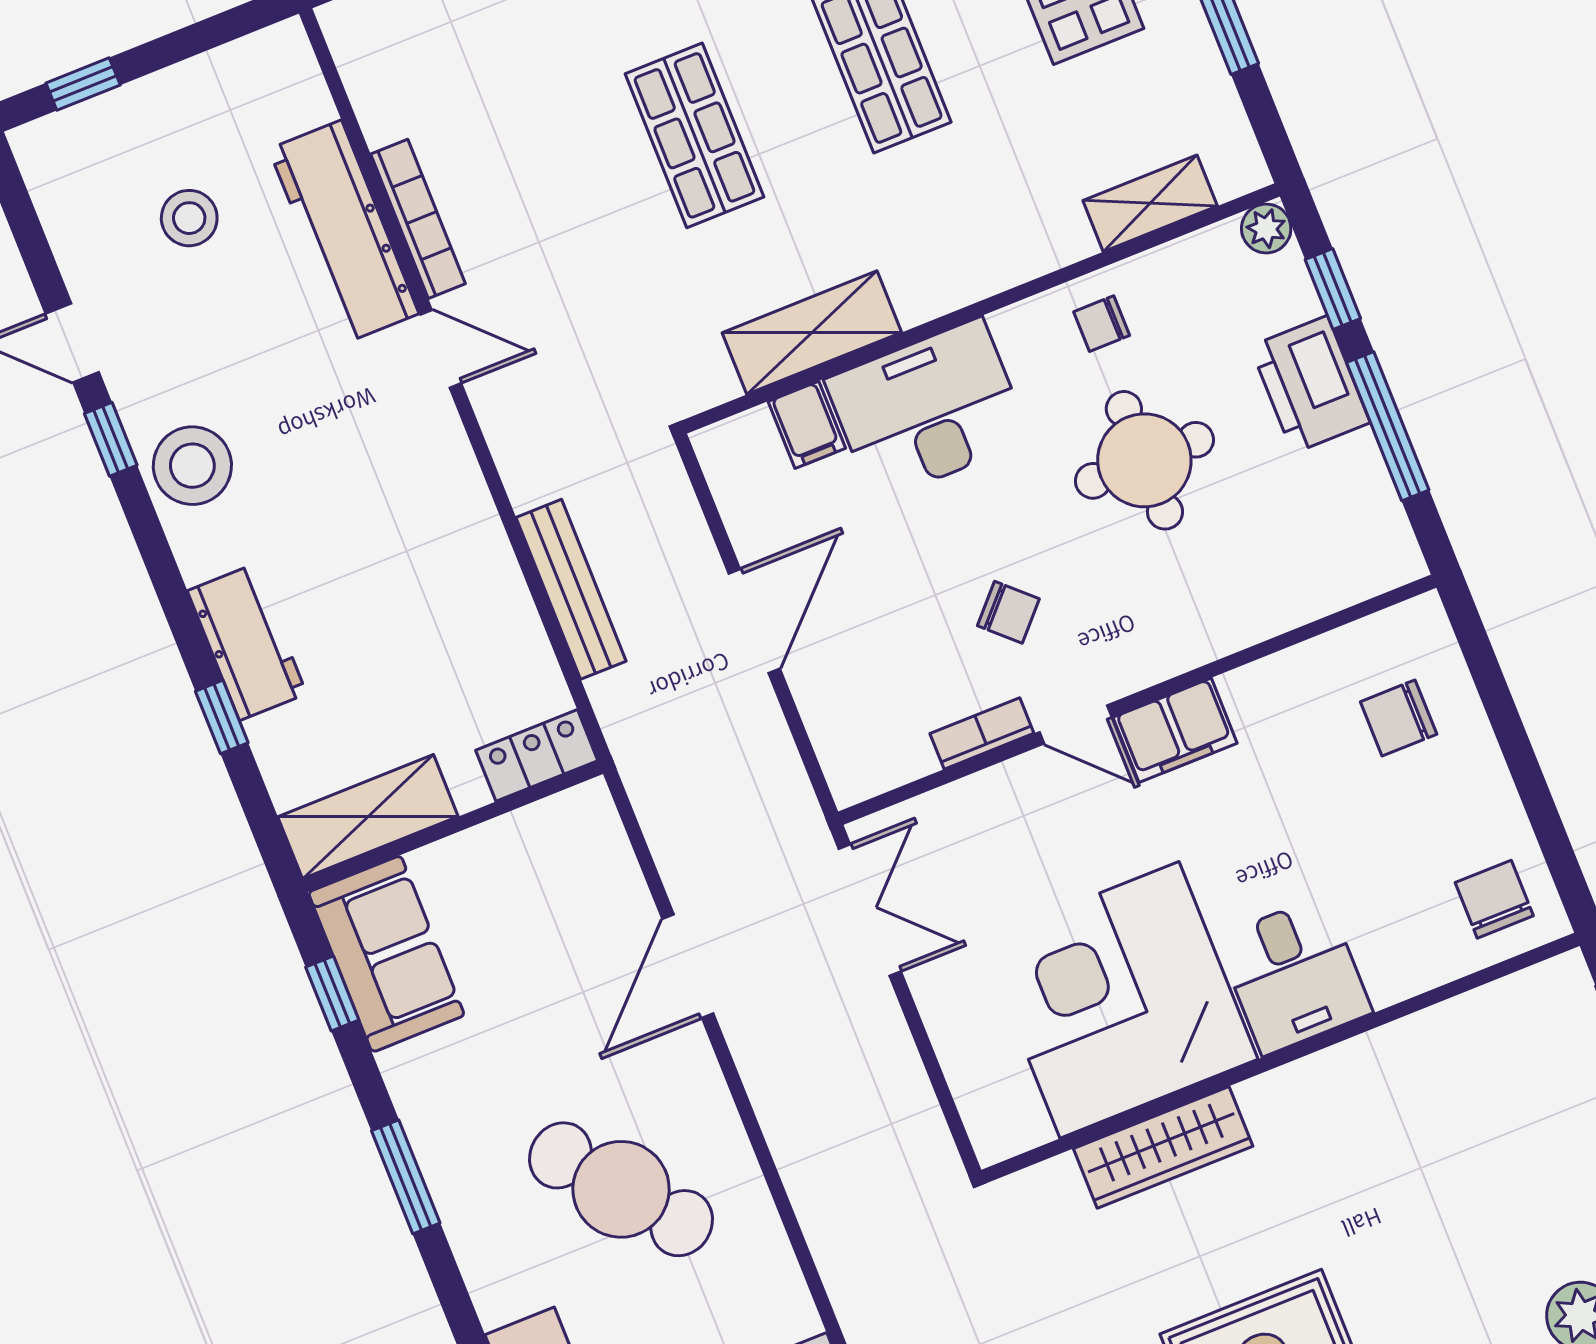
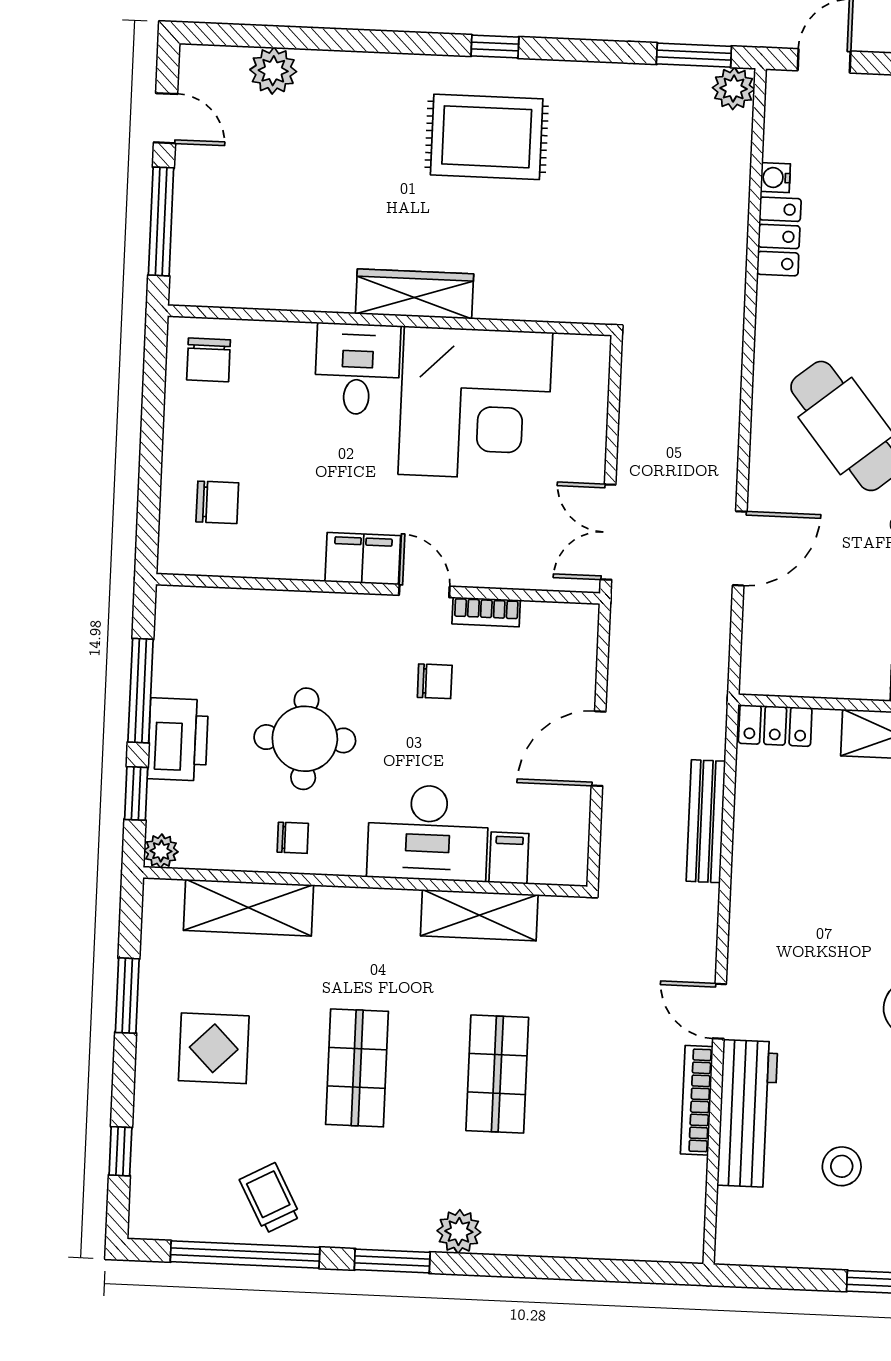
shelving: (1150, 203) -> (249, 908), width x1.50, depth x1.33
chair: (1008, 612) -> (435, 681), turned 137
wardrobe: (1163, 1147) -> (414, 294), moved

